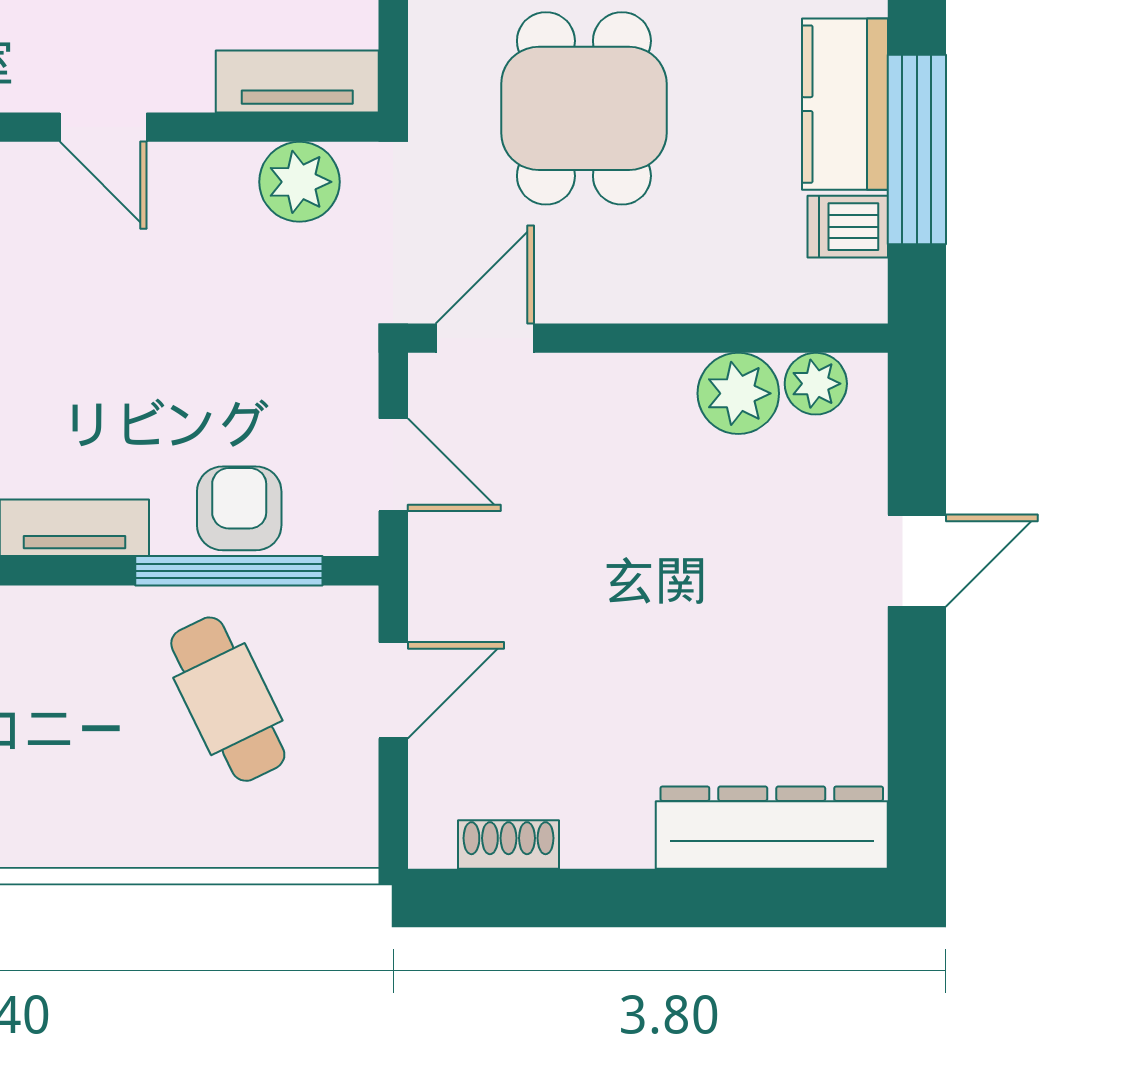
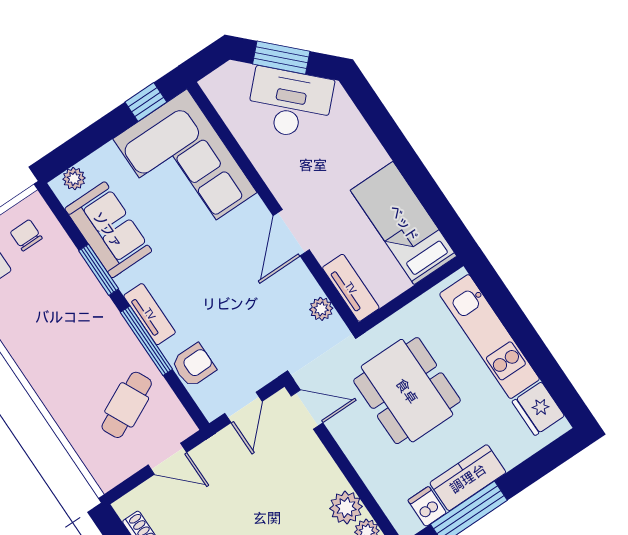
dining table: (584, 108) -> (407, 391), width x1.38
door: (103, 127) -> (291, 233), width x1.38
plant: (299, 182) -> (321, 309), width x0.73, depth x0.73
window: (229, 571) -> (146, 341), moved

